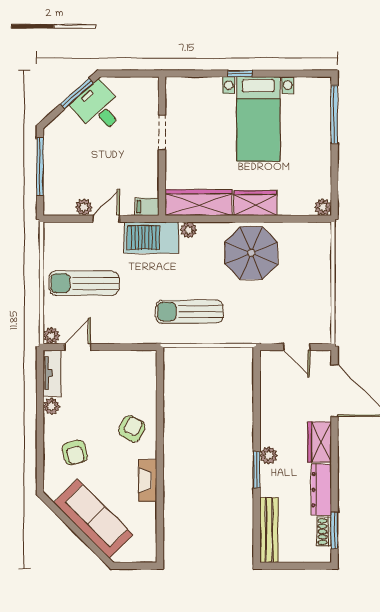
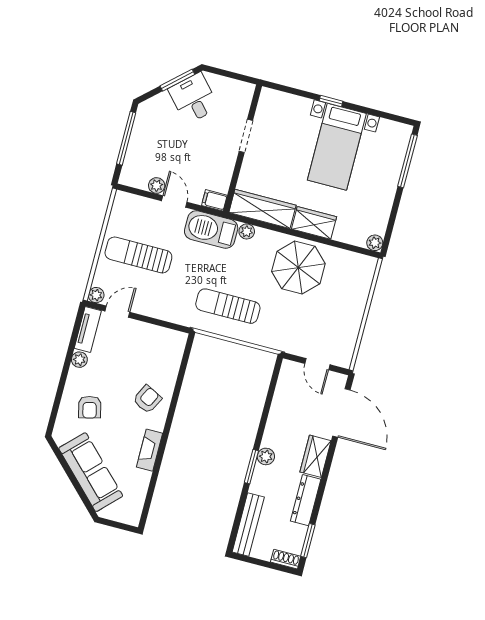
door: (106, 219) -> (174, 201), hinge flipped
shoe rack: (324, 532) -> (286, 559), moved, turned 90

